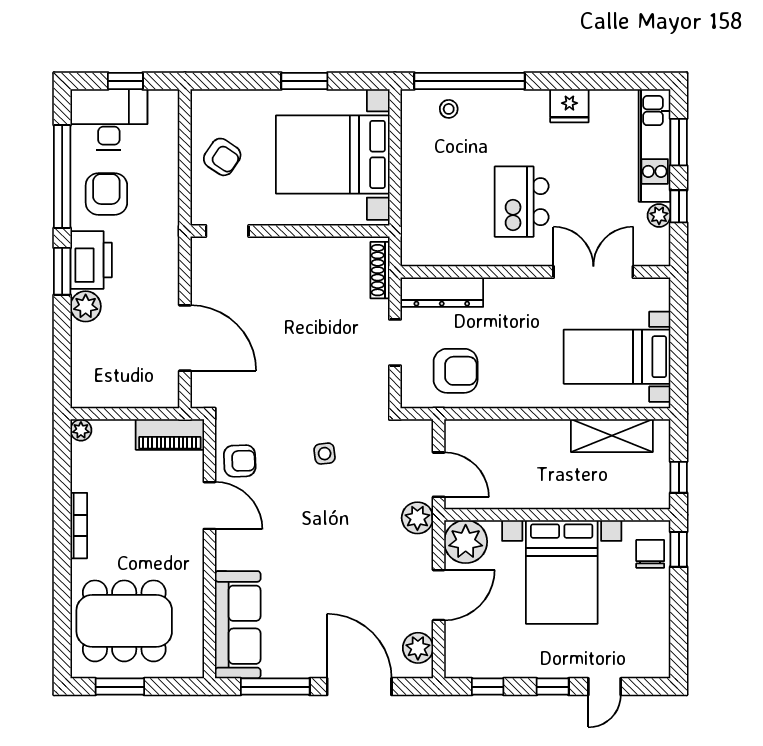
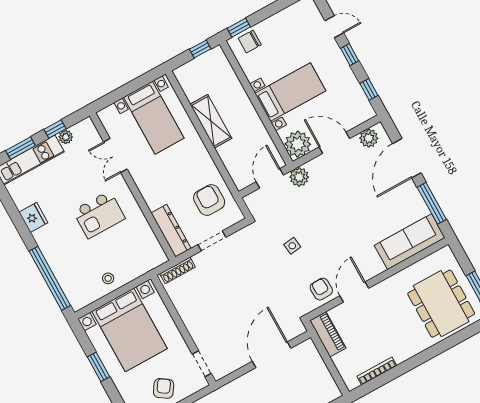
stool: (449, 109) -> (108, 278), moved
double door: (593, 272) -> (115, 155), width x0.73
plant: (81, 430) -> (352, 383), removed
shelving: (612, 436) -> (211, 121), moved
bookcase: (79, 526) -> (377, 371), moved
bed with nightstands: (562, 572) -> (290, 92), width x0.73

